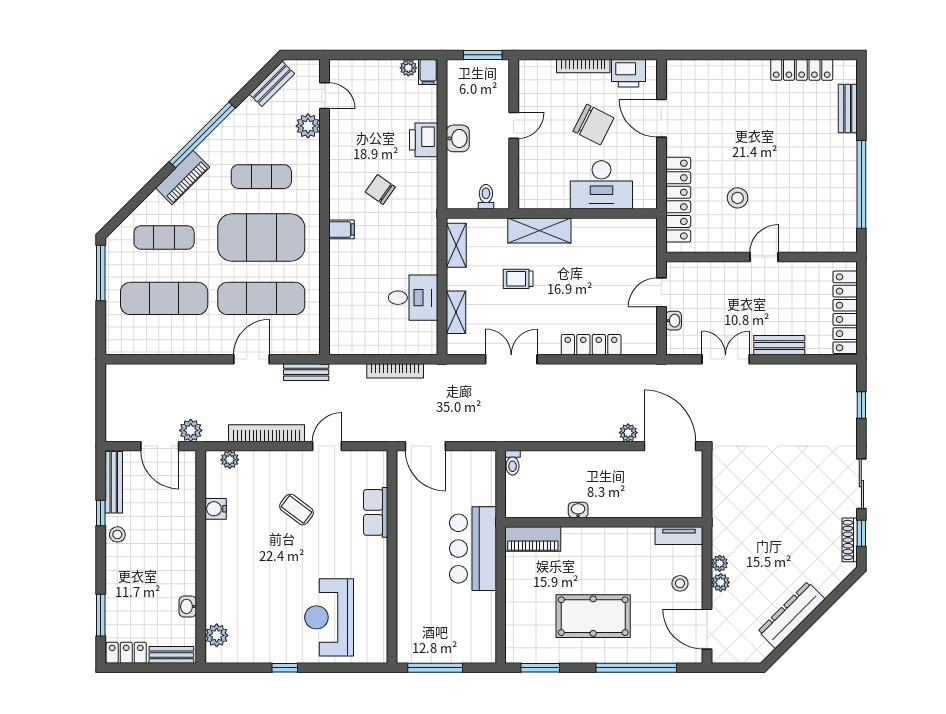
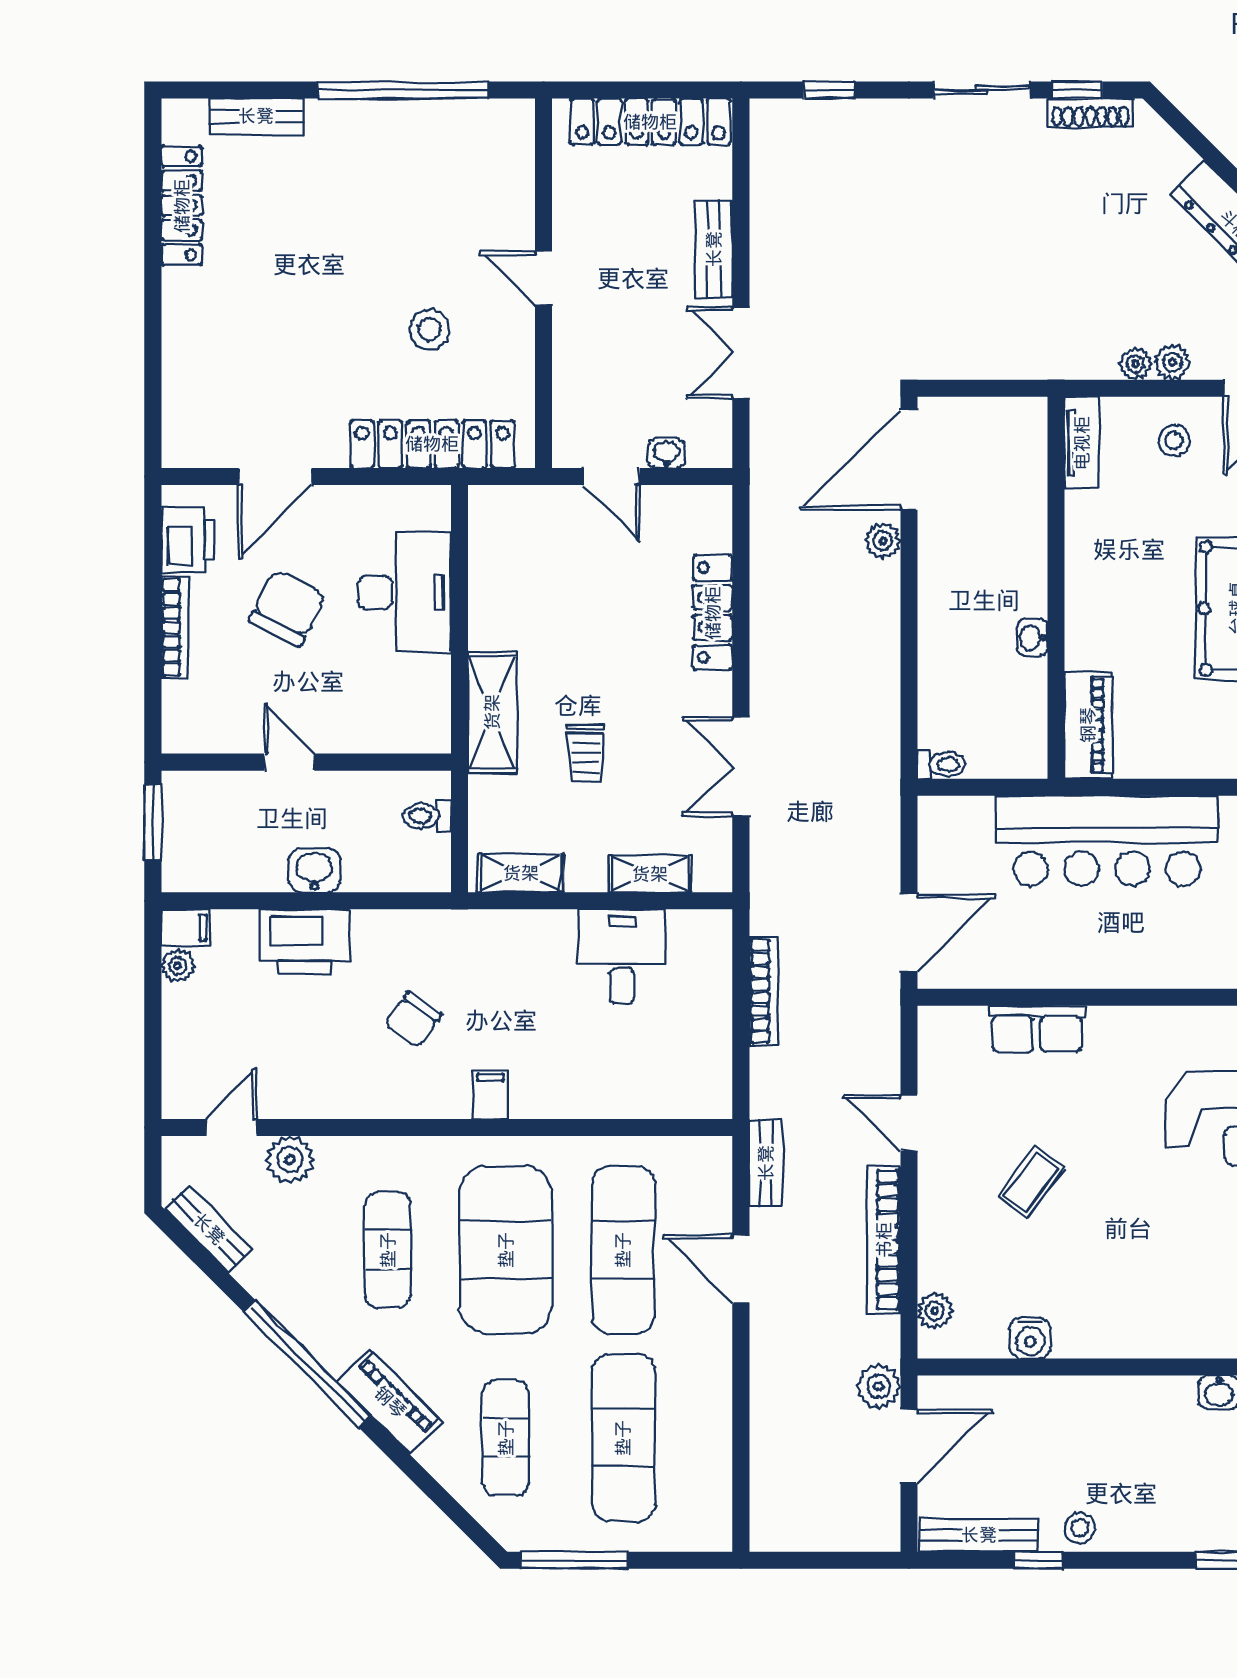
printer: (424, 140) -> (305, 942), width x1.37, depth x1.19
bar counter: (473, 549) -> (1107, 841), width x1.36

